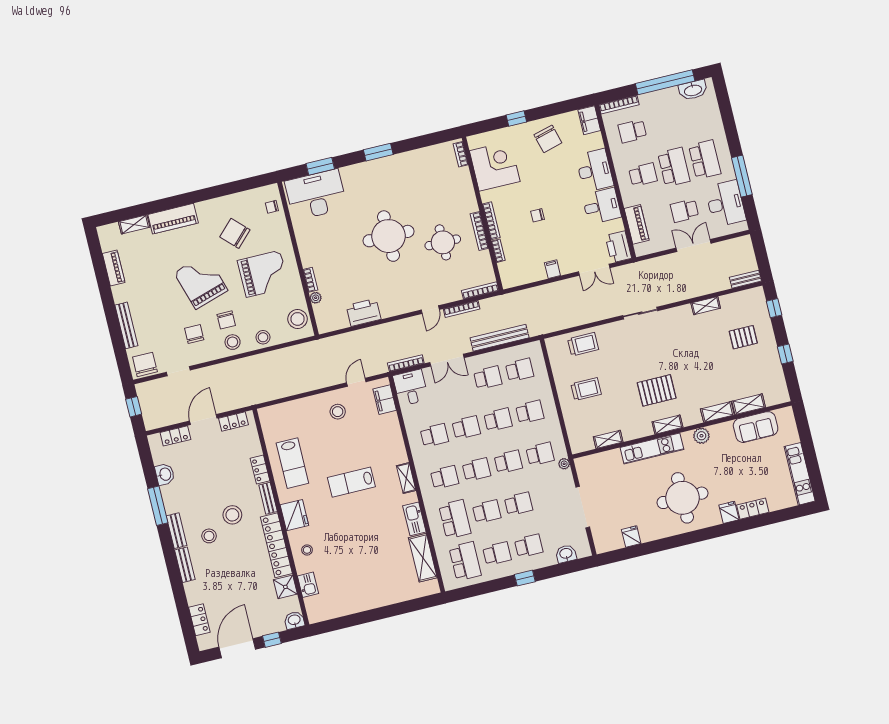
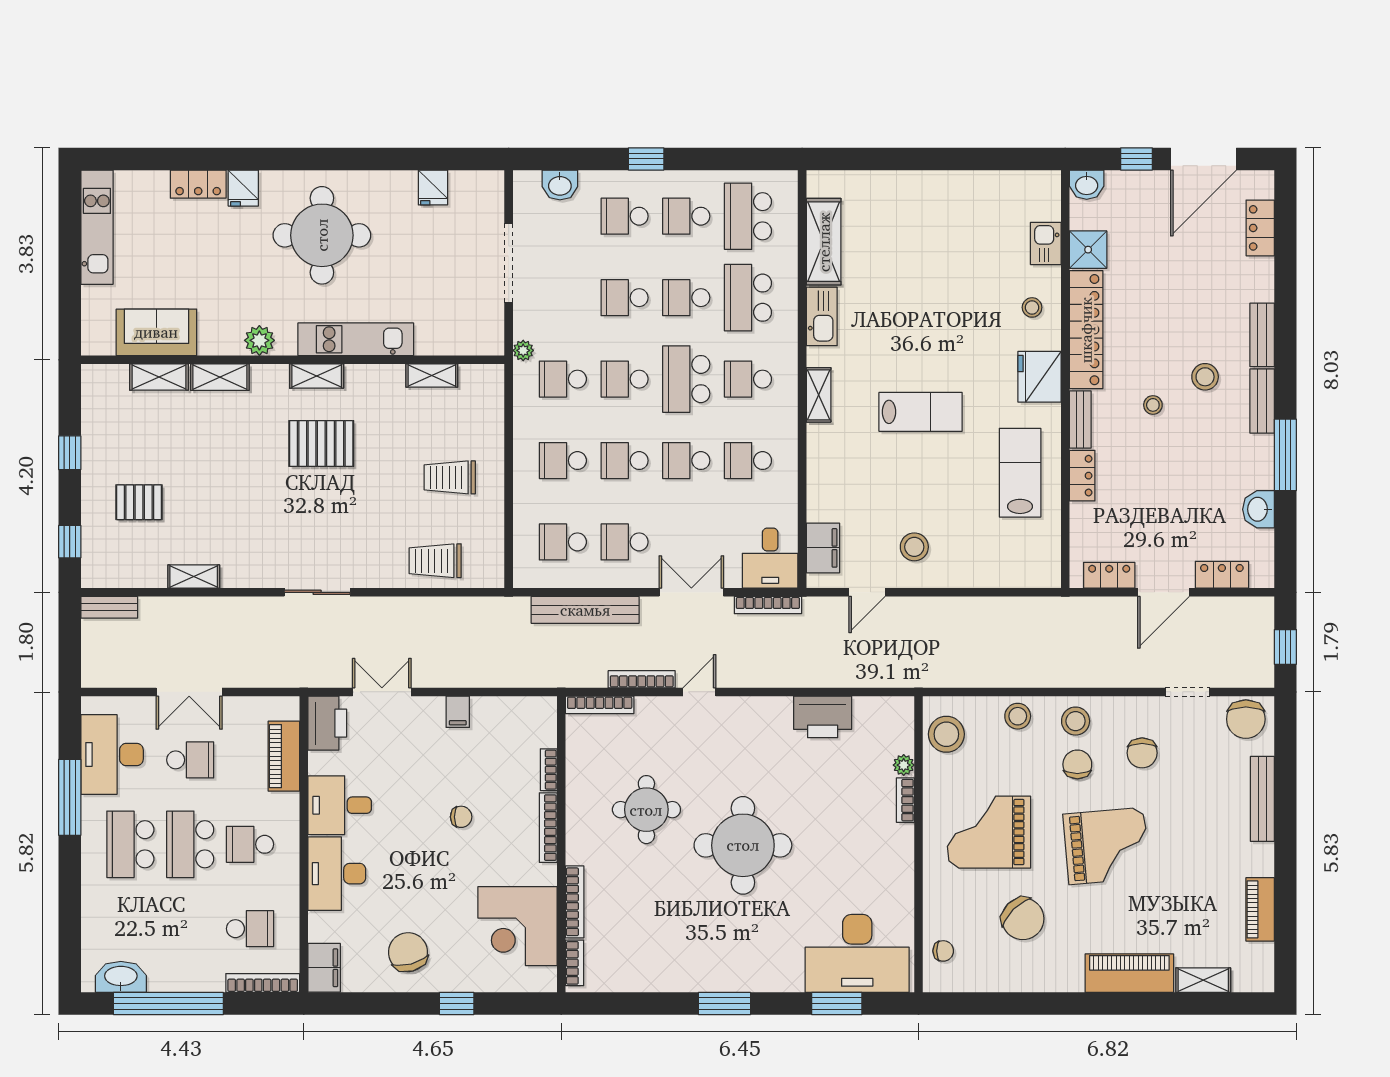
bookcase: (479, 231) -> (575, 902), moved
grand piano: (201, 281) -> (1106, 846), turned -78
school desk: (476, 470) -> (686, 379), width x1.85
stool: (232, 515) -> (1153, 405), width x0.53, depth x0.53

